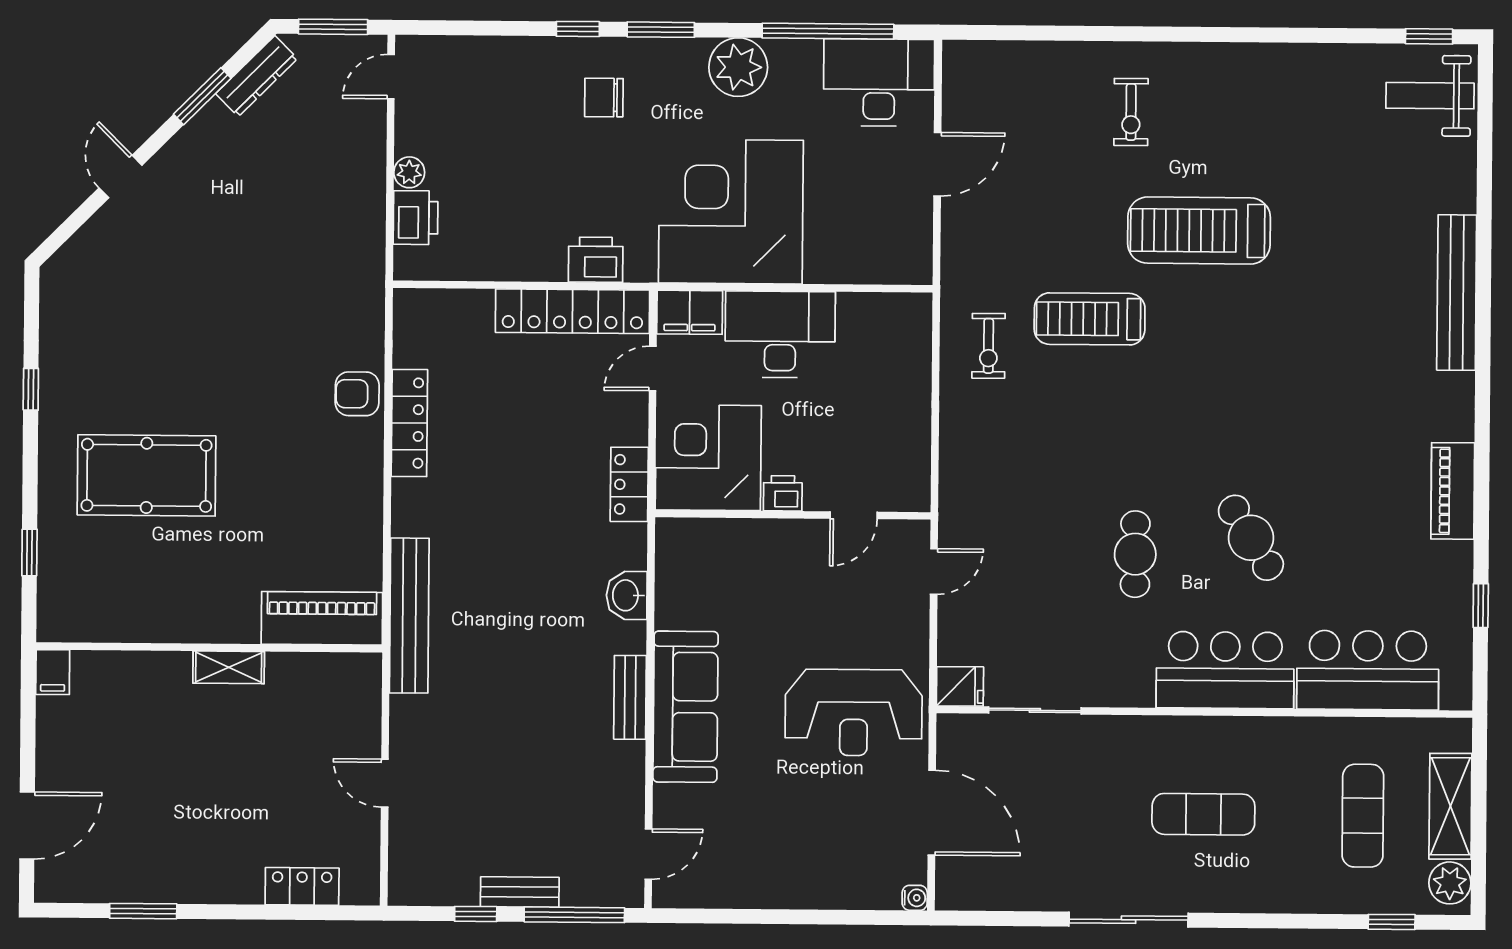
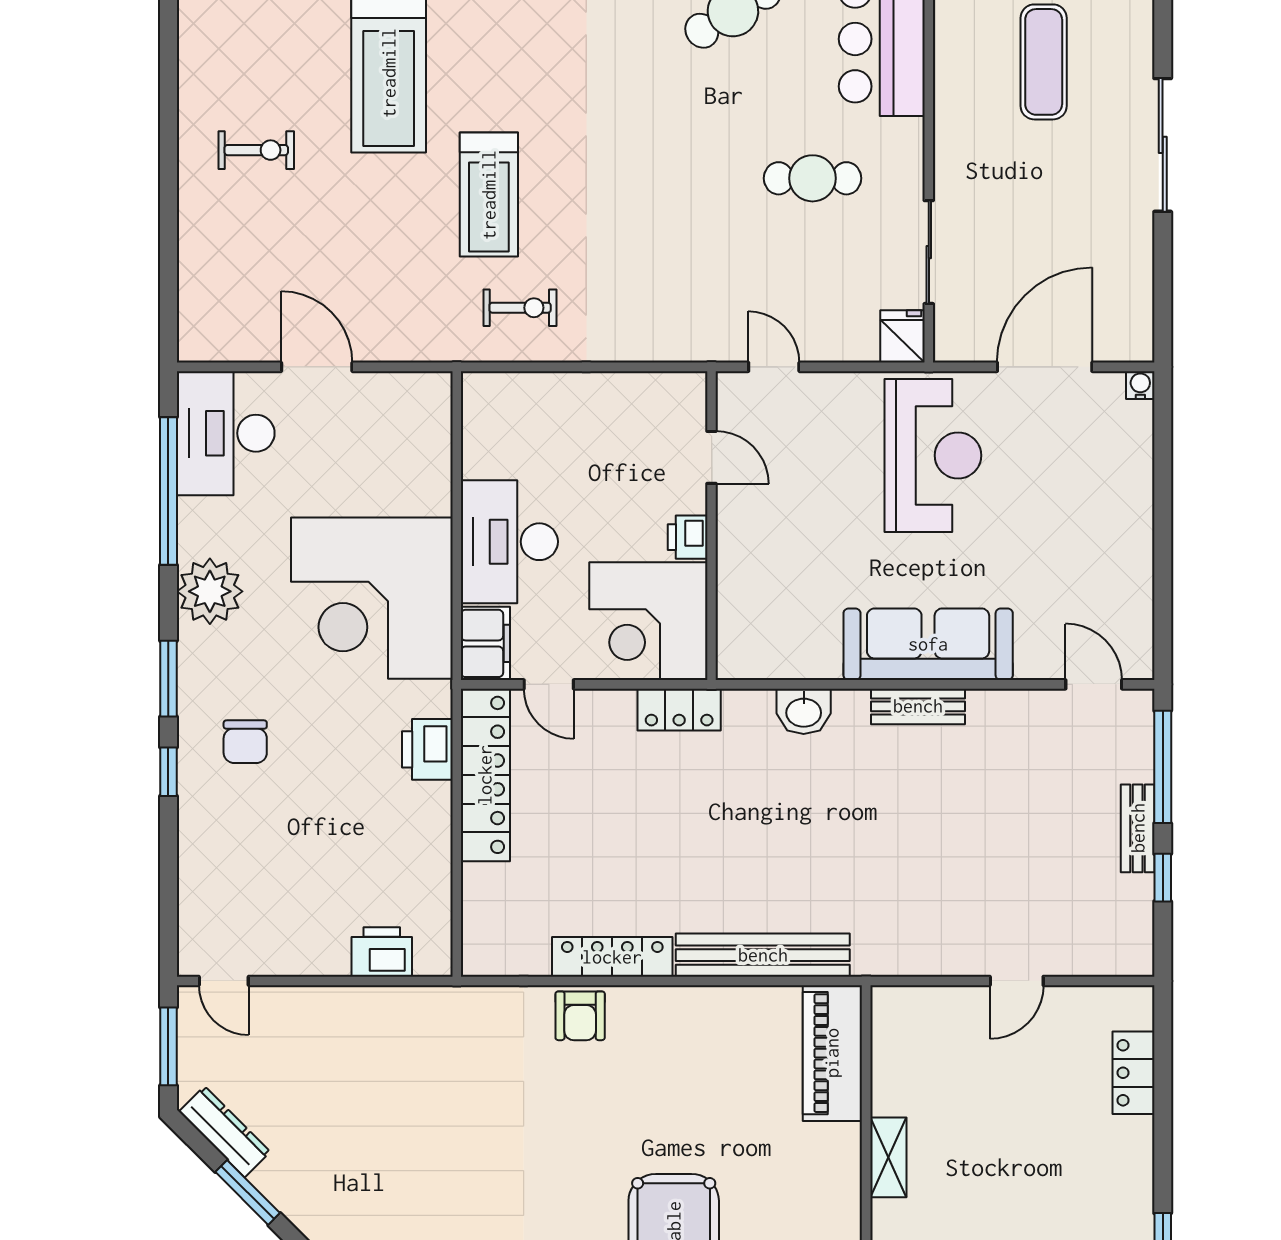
plant: (409, 172) -> (331, 959), removed
cafe table: (1135, 554) -> (812, 178), moved
bench: (409, 616) -> (763, 955), moved

